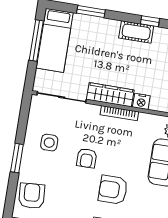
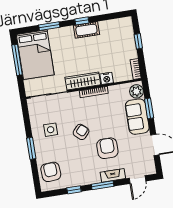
window: (150, 21) -> (82, 21), moved
bed: (55, 40) -> (35, 55), width x1.50
armchair: (87, 158) -> (81, 132), turned -138
armchair: (113, 190) -> (107, 148), turned 90

